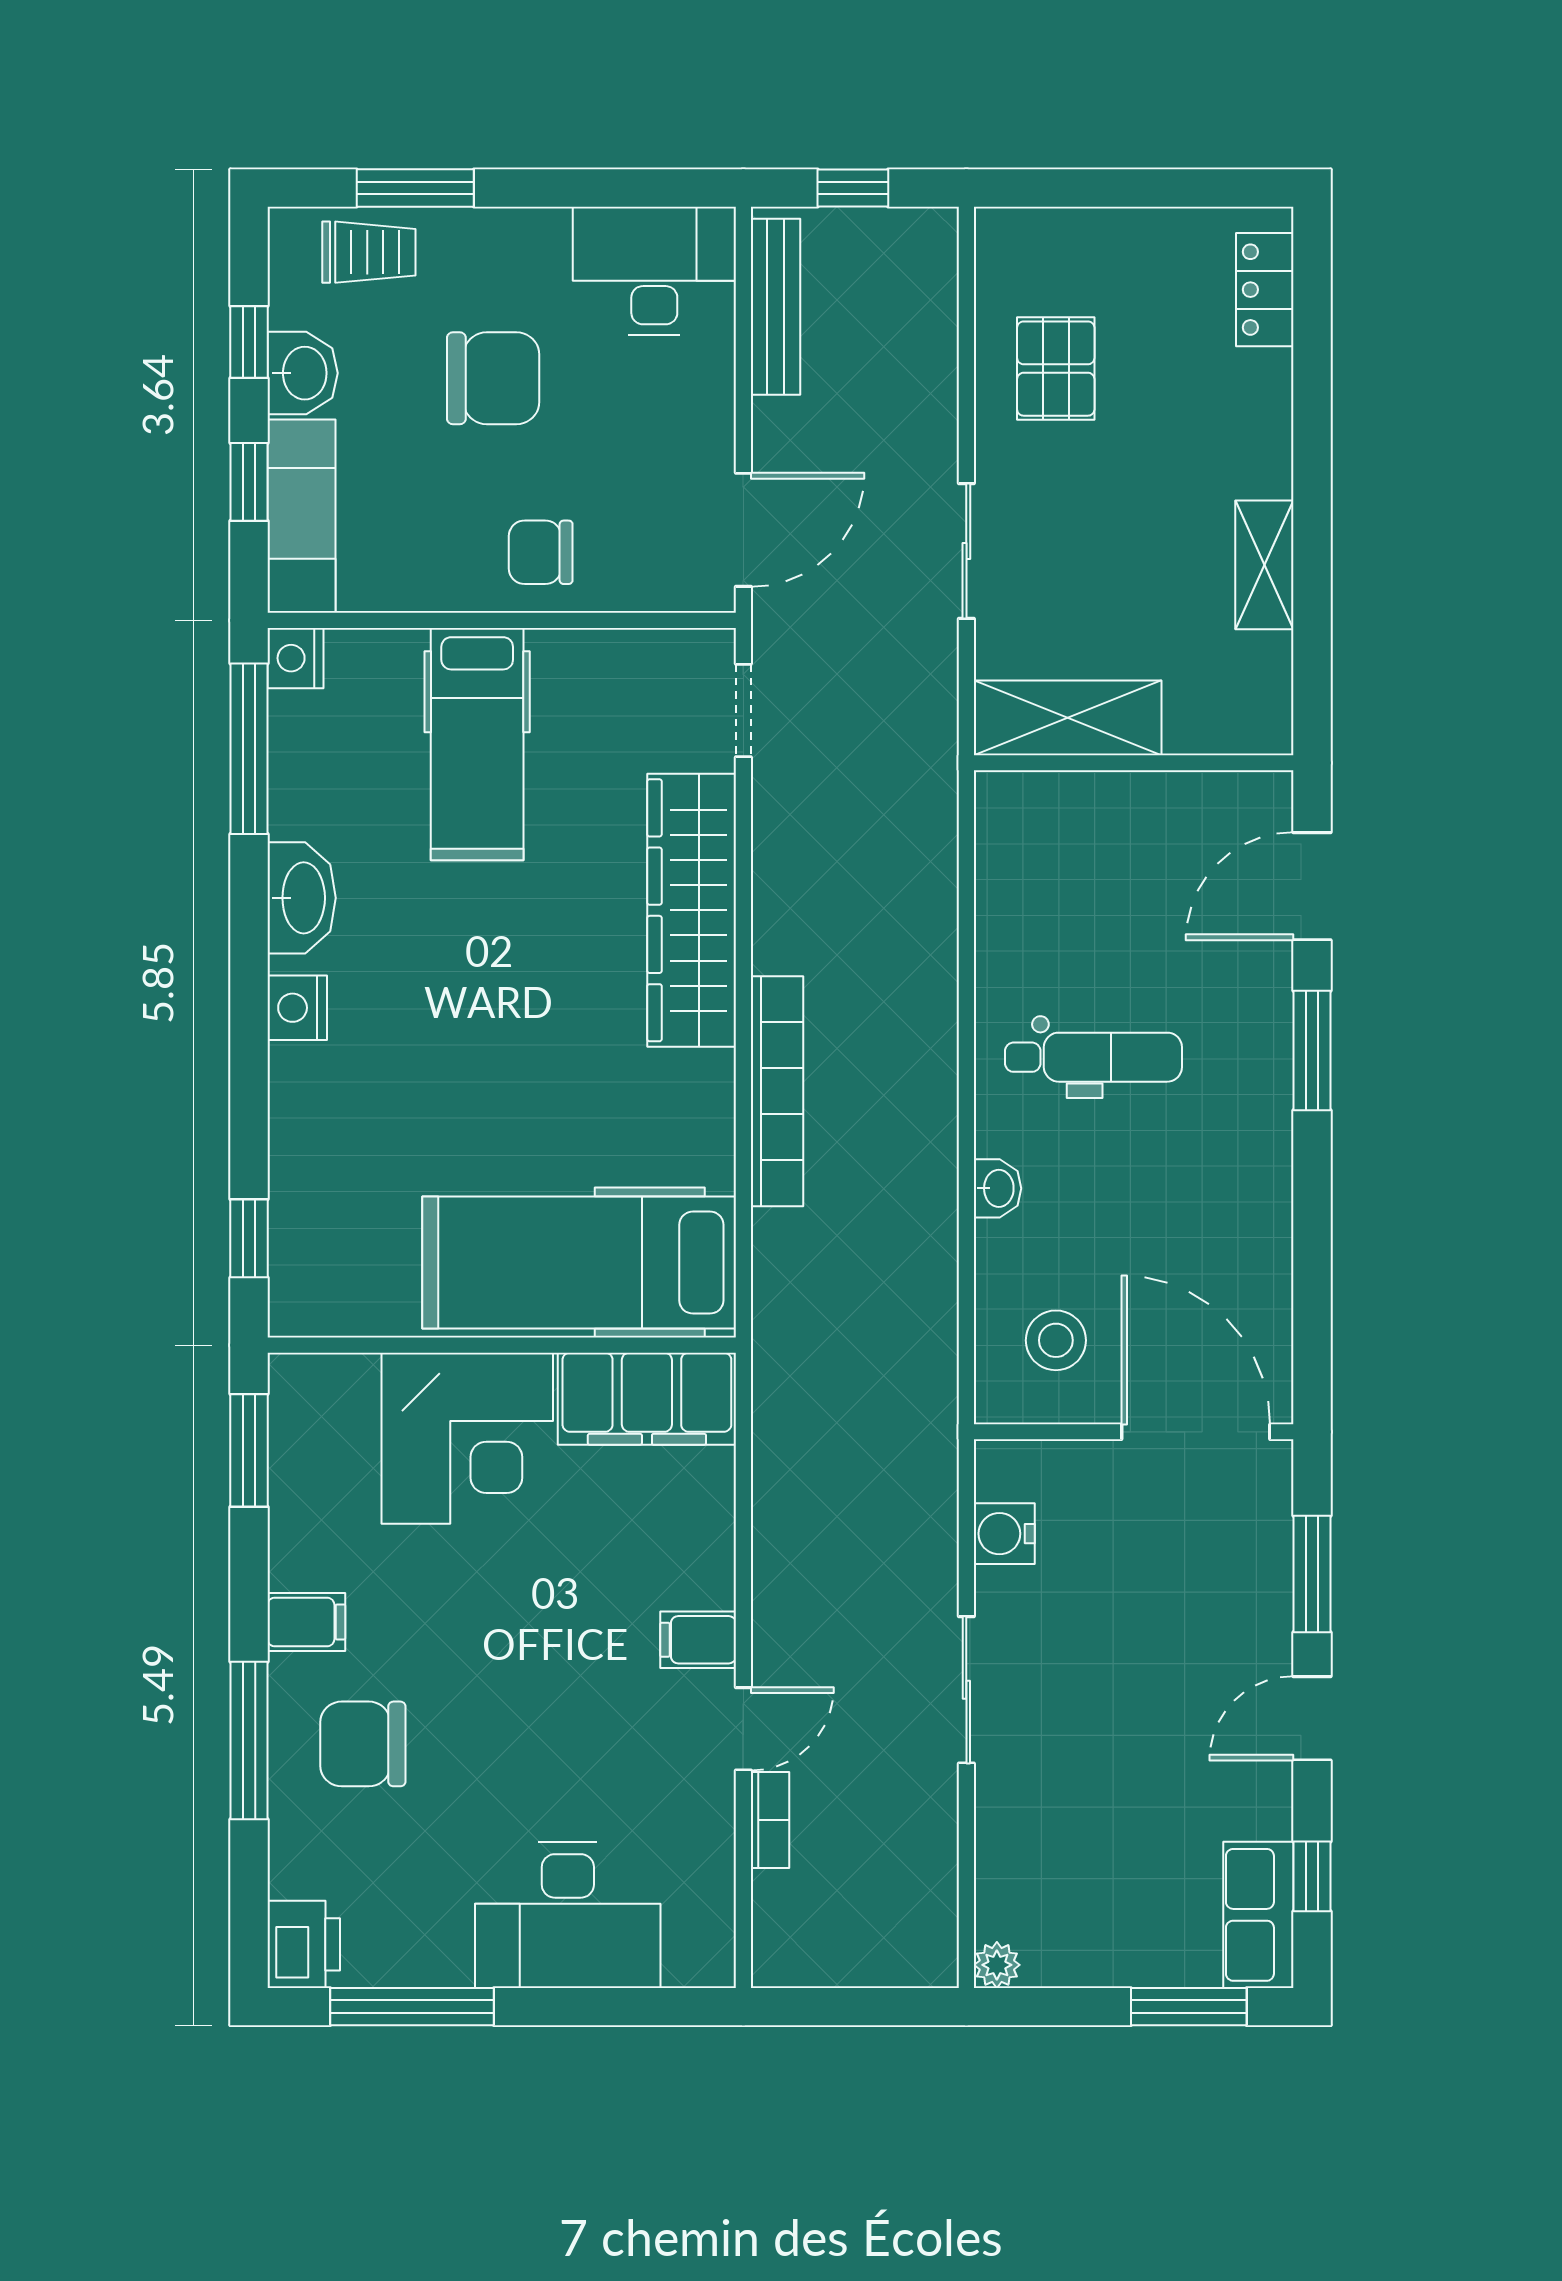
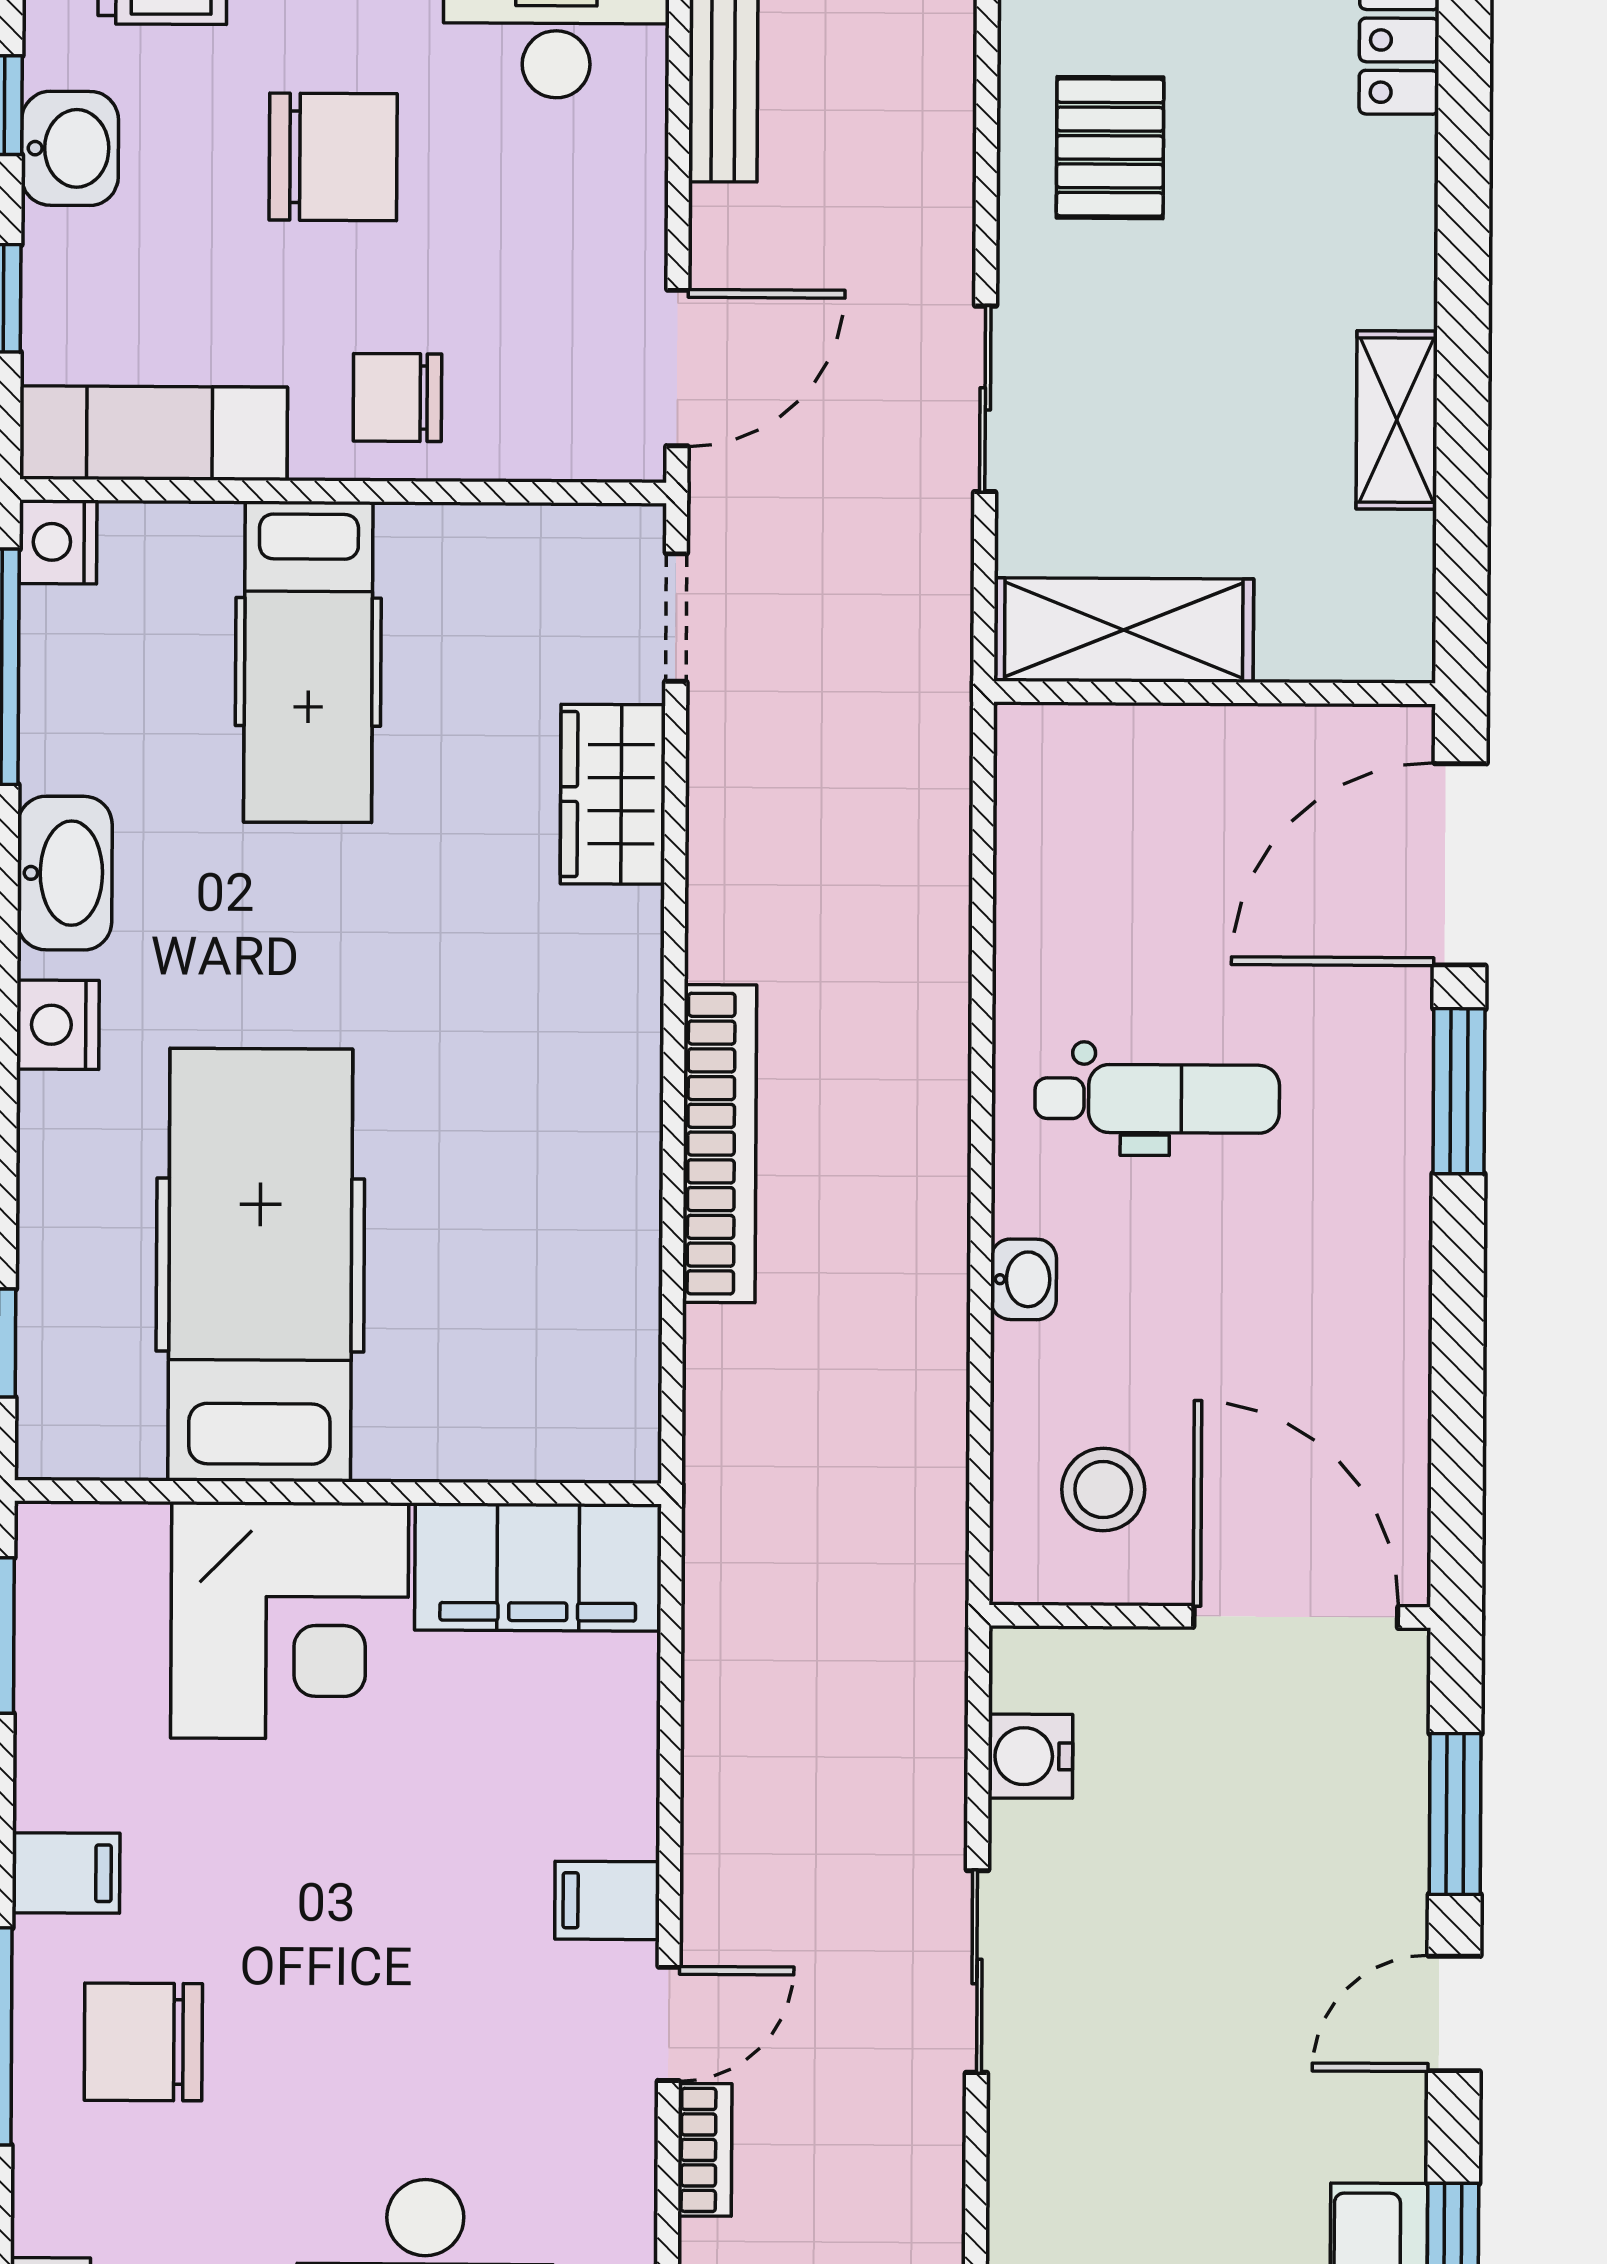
exam couch: (301, 516) -> (154, 433), moved, turned -90
door: (1312, 886) -> (1460, 864), width x1.36
wardrobe: (692, 910) -> (613, 794), width x0.48, depth x0.85
hospital bed: (579, 1263) -> (260, 1265), moved, turned 90

